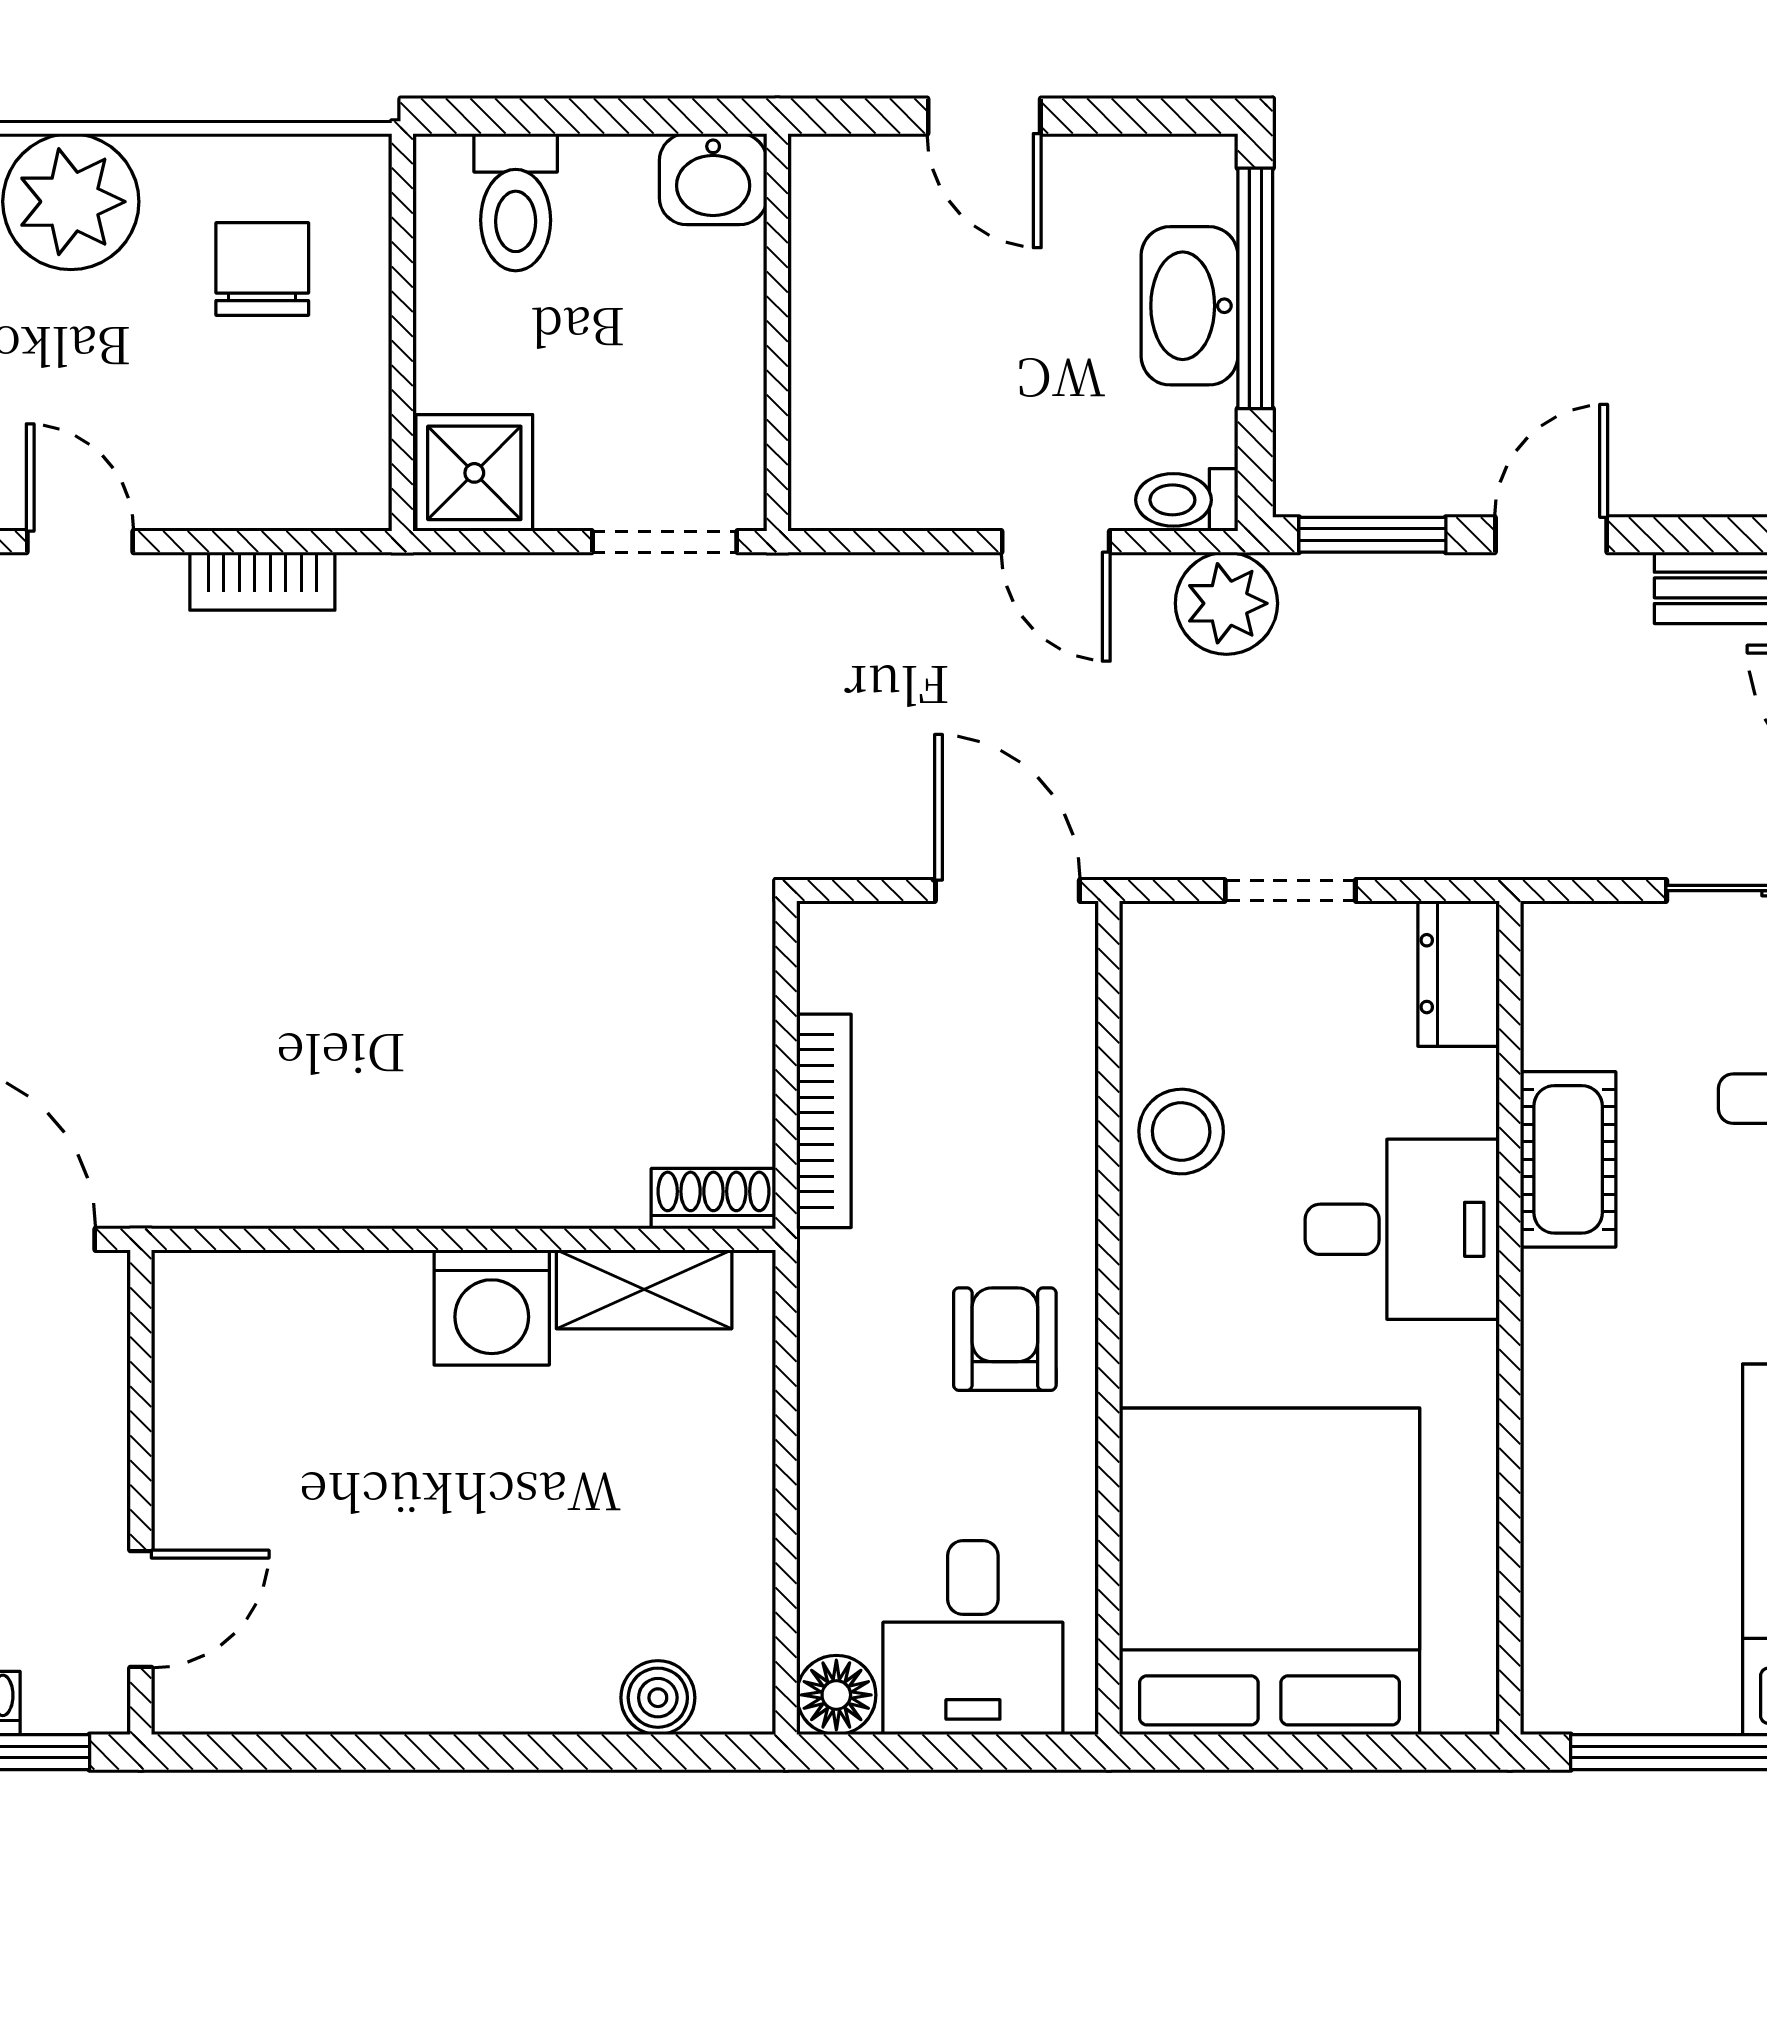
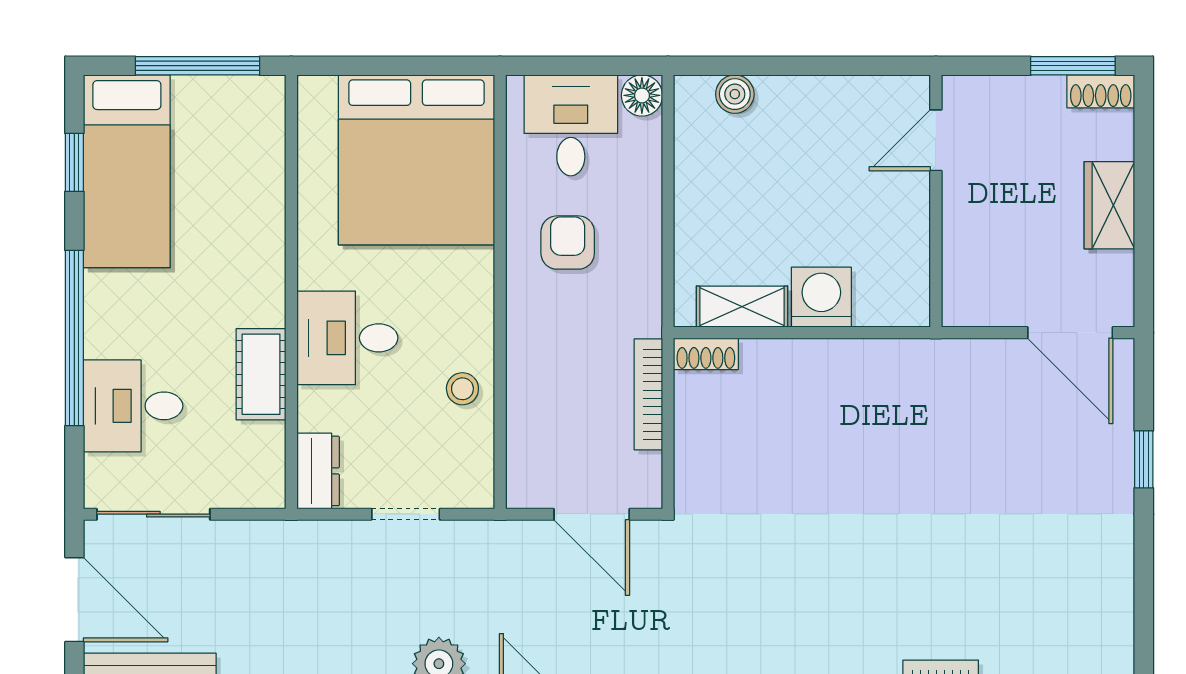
door: (1007, 891) -> (592, 514), moved
stool: (1181, 1132) -> (462, 389), width x0.73, depth x0.73
armchair: (1005, 1339) -> (568, 243), moved, turned 180
wall: (141, 1492) -> (936, 201), moved
door: (141, 1609) -> (936, 140), moved

